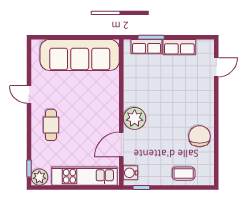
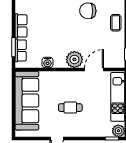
cafe table: (51, 125) -> (70, 108), moved
door: (121, 145) -> (94, 69), swing flipped
water cooler: (131, 173) -> (48, 62), moved

